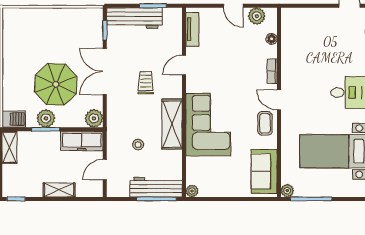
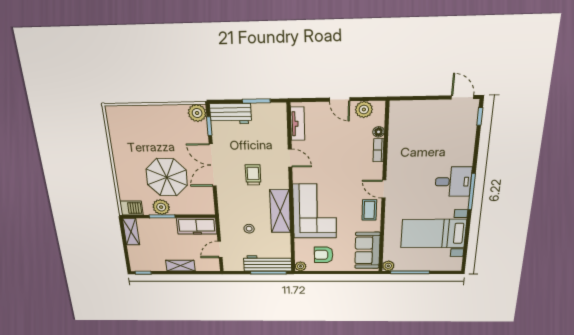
workbench: (134, 18) -> (231, 114), width x0.73
door: (184, 65) -> (290, 158), swing flipped
bookcase: (272, 71) -> (378, 150), moved
plant: (94, 118) -> (197, 113), moved
armchair: (217, 177) -> (324, 255), added

